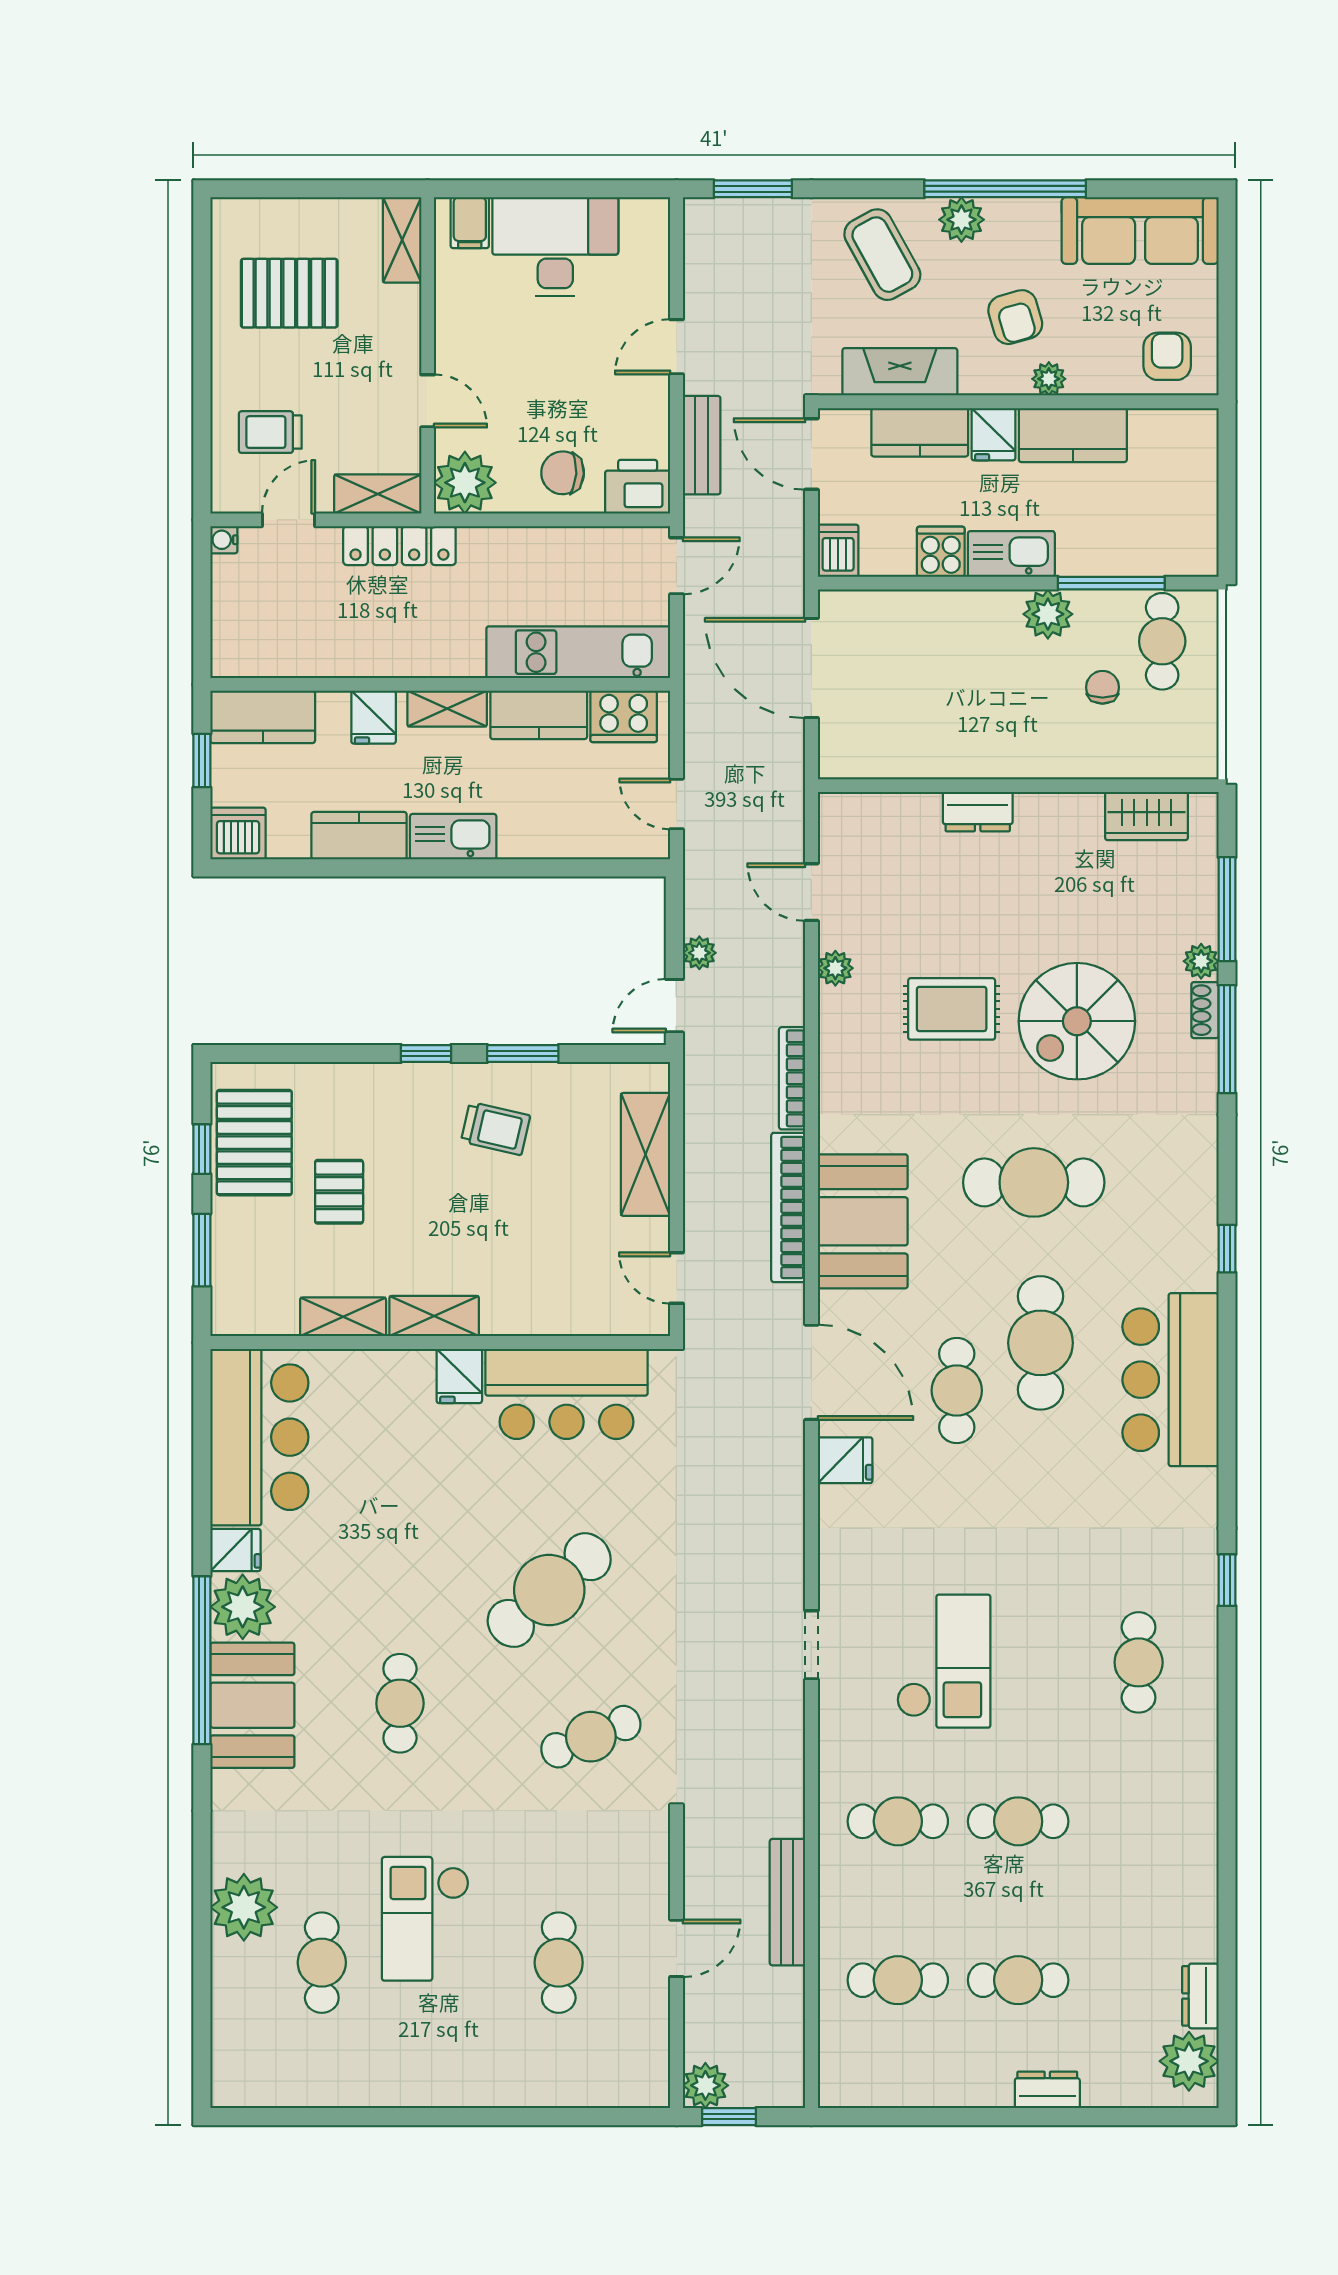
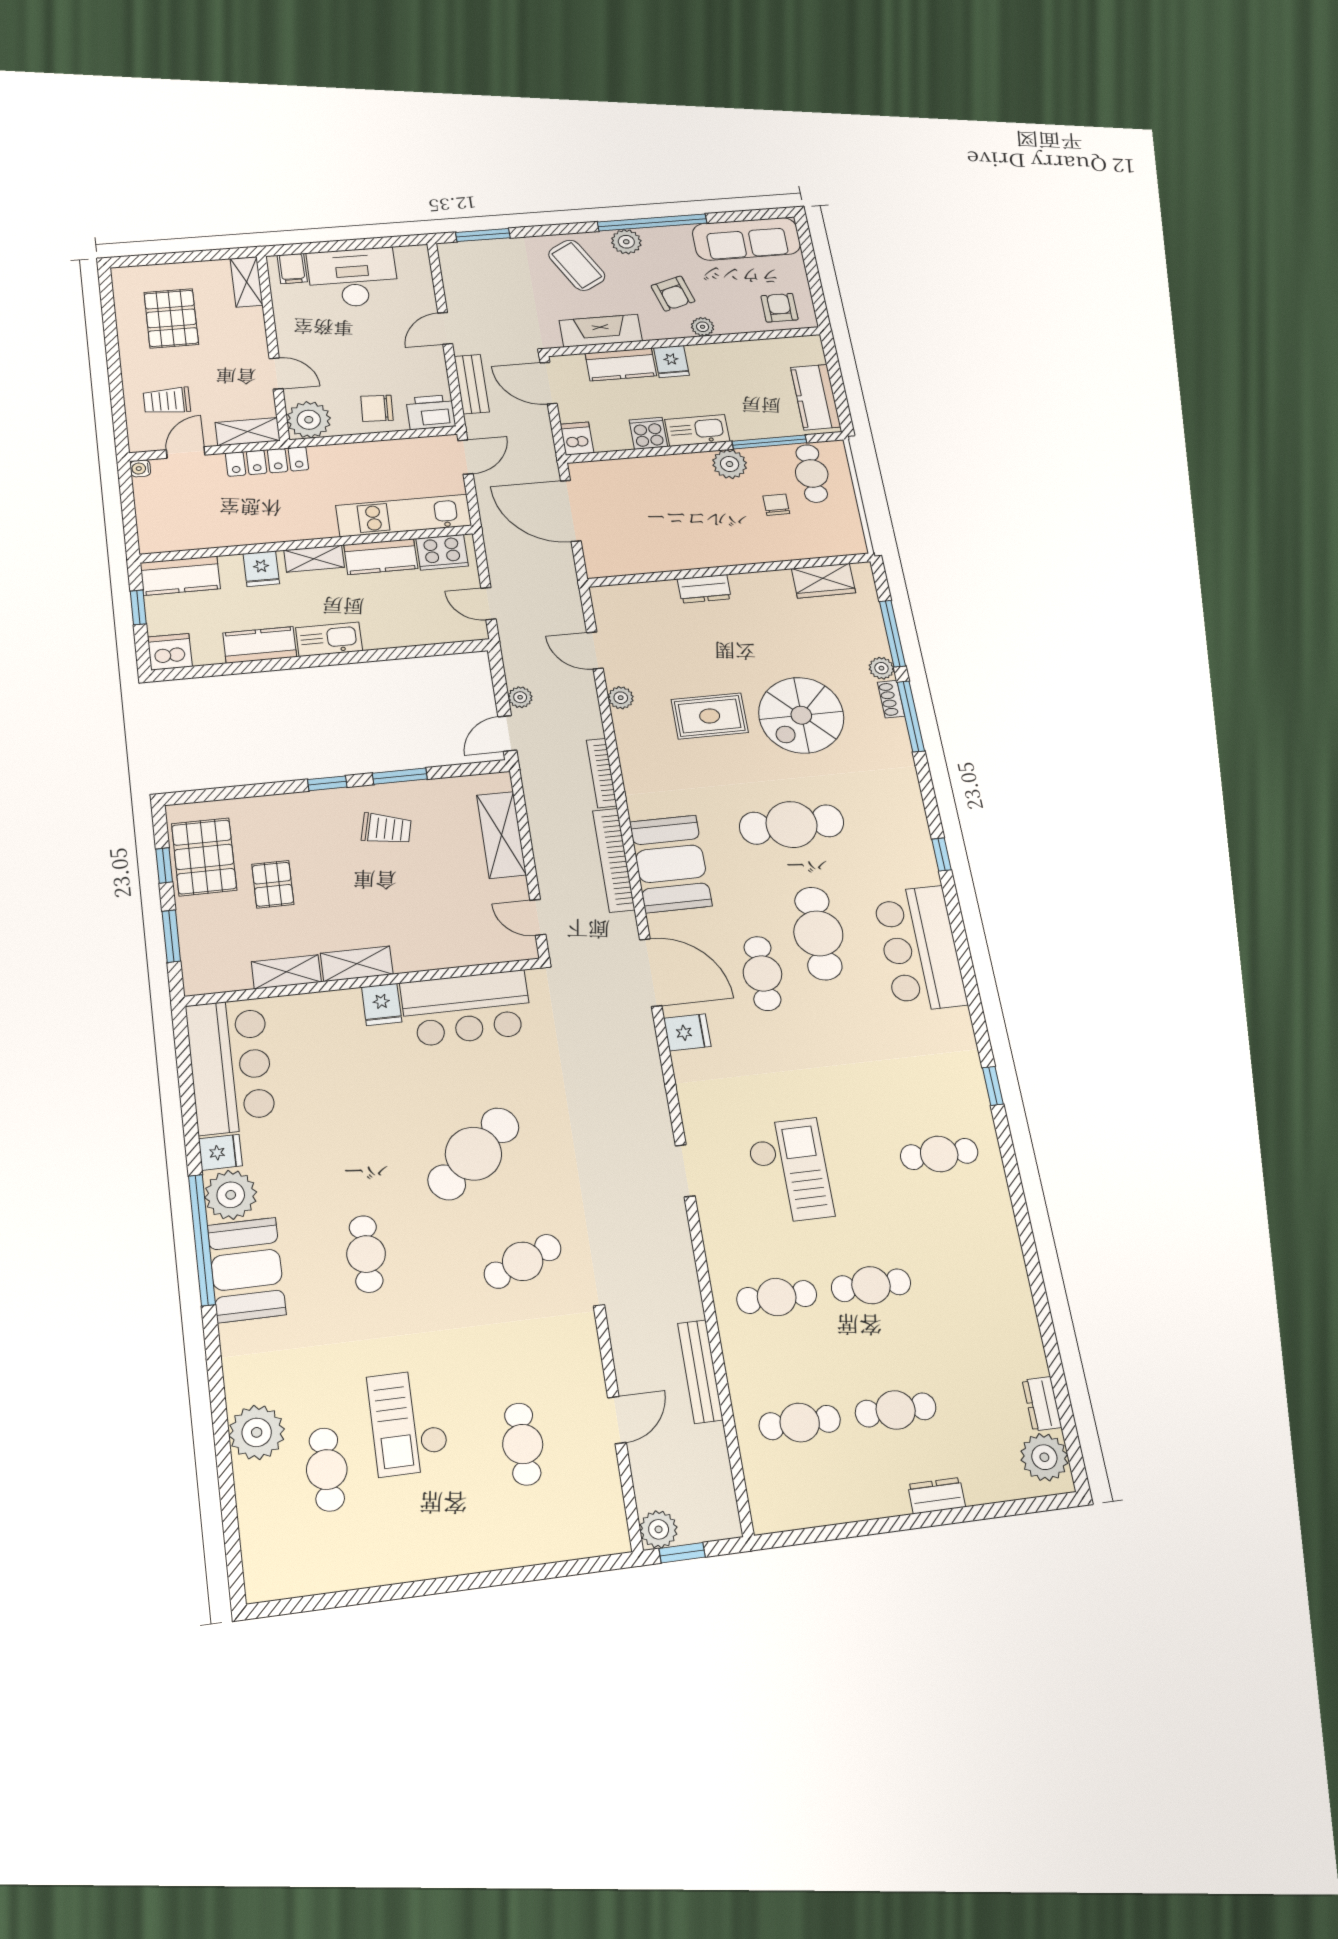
pallet: (289, 293) -> (171, 318), turned 90
kitchen counter: (1073, 435) -> (816, 397), moved, turned 90
cafe table: (1139, 1662) -> (939, 1154), turned 90

